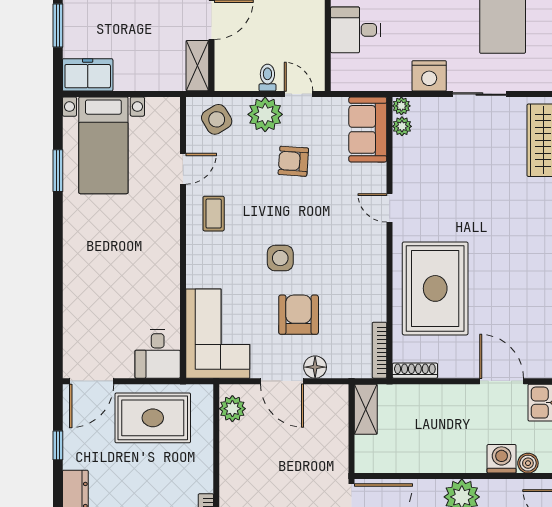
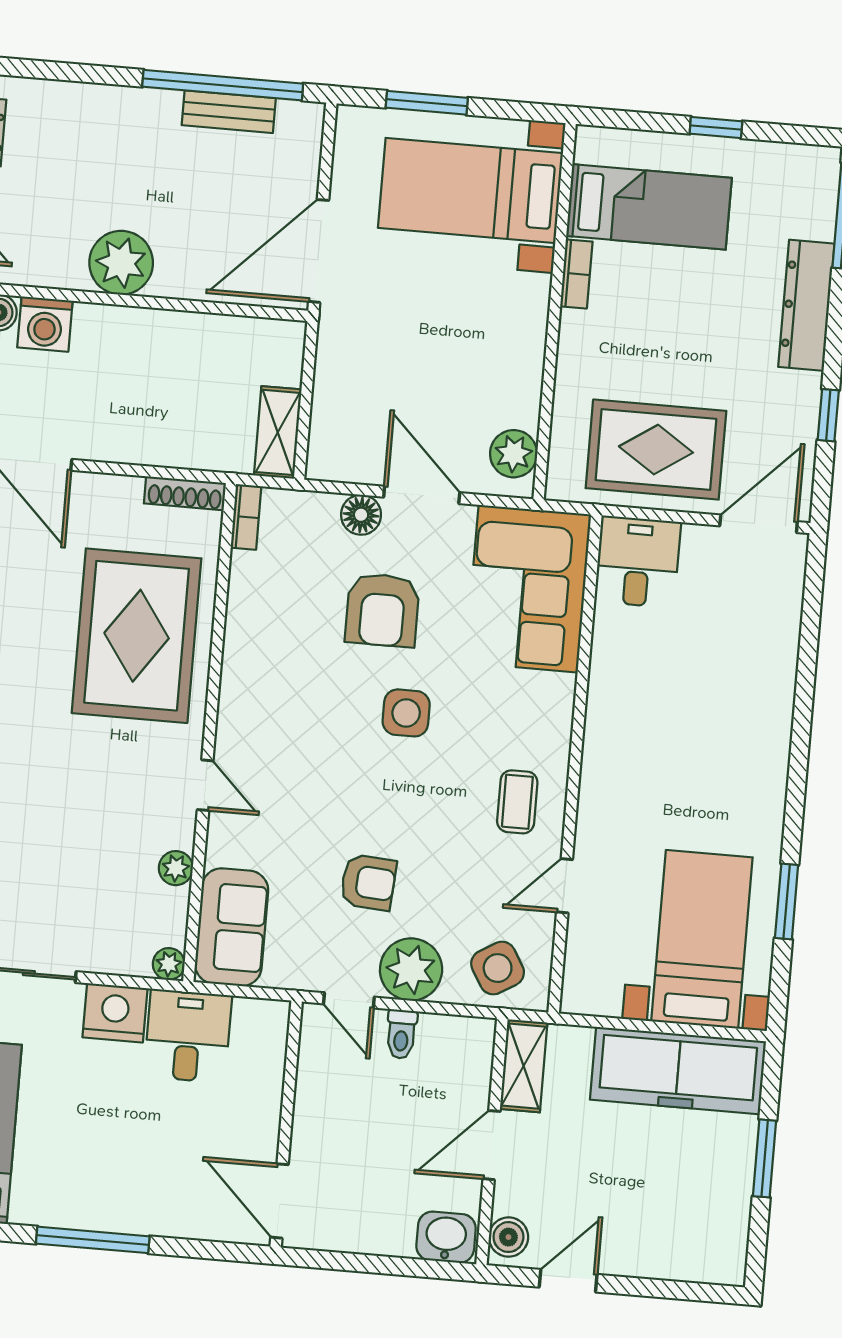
desk: (355, 30) -> (188, 1036), moved, turned -90
freezer: (88, 75) -> (678, 1071), width x1.91, depth x1.26
plant: (402, 126) -> (176, 868), moved
bookcase: (379, 350) -> (246, 517), width x0.64

